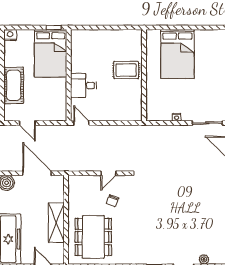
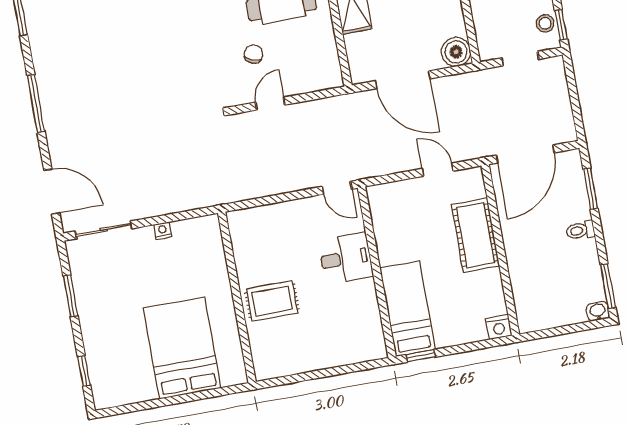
bed: (51, 53) -> (408, 309), width x0.67

